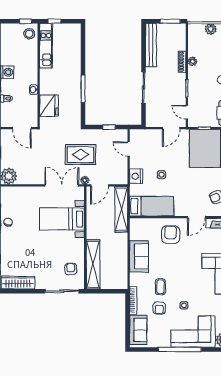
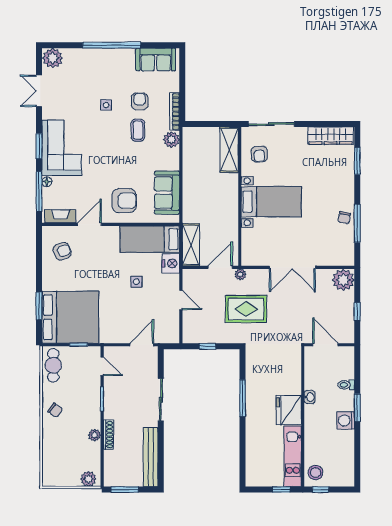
plant: (211, 29) -> (88, 479), moved
fridge: (49, 106) -> (289, 410), moved
door: (171, 128) -> (142, 345), moved
door: (129, 149) -> (181, 300), moved
nightstand: (136, 176) -> (171, 263), moved
double door: (62, 185) -> (292, 267), moved
shelving: (121, 209) -> (191, 245), width x0.68
bed with nightstands: (62, 219) -> (271, 202), moved
armchair: (171, 235) -> (124, 201), turned -90
sofa: (139, 256) -> (167, 193), moved
shelving: (93, 264) -> (229, 150), width x0.68
plant: (136, 280) -> (171, 140), added
sofa: (138, 330) -> (156, 59), moved, turned -90
corner sofa: (193, 332) -> (94, 69), removed

